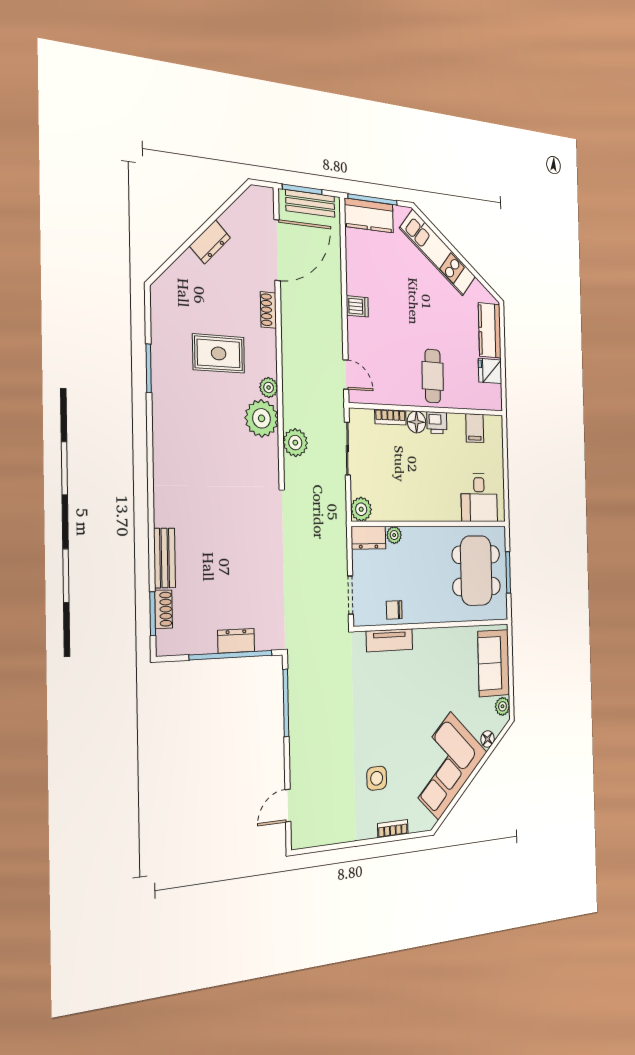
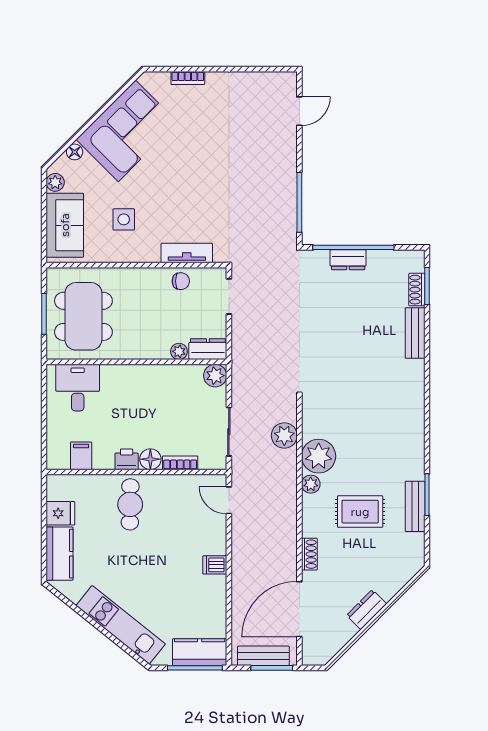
bench: (161, 355) -> (415, 506), added
side table: (377, 778) -> (124, 219), moved

